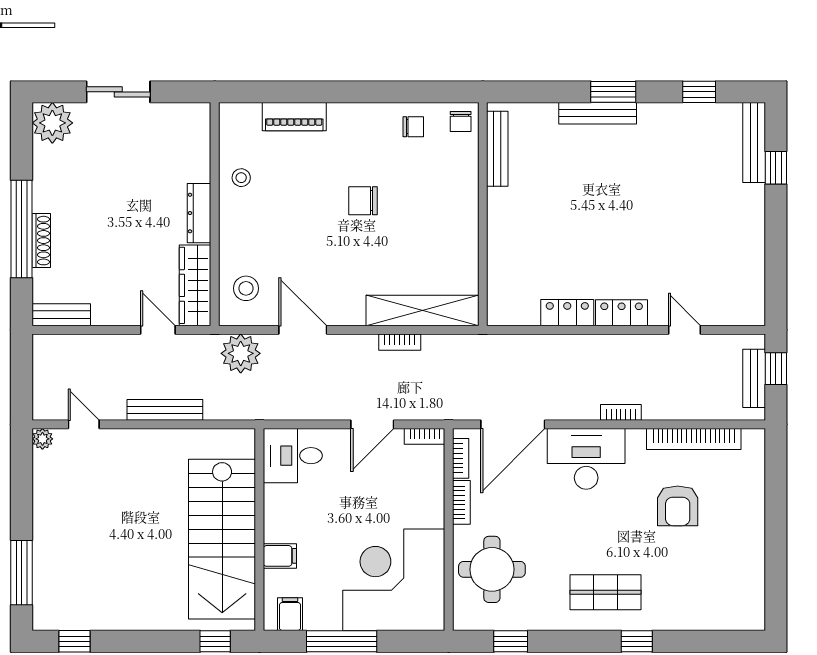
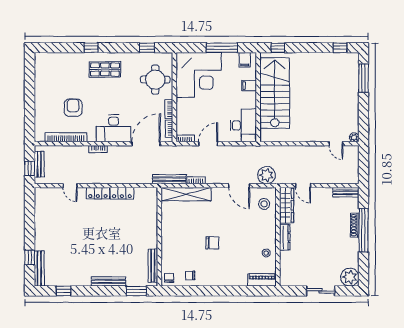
window: (613, 92) -> (136, 291), moved
piano: (294, 117) -> (262, 280), moved
bench: (165, 410) -> (169, 179), moved
desk: (293, 456) -> (243, 125), width x1.37

